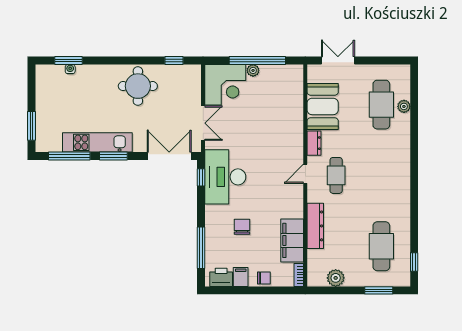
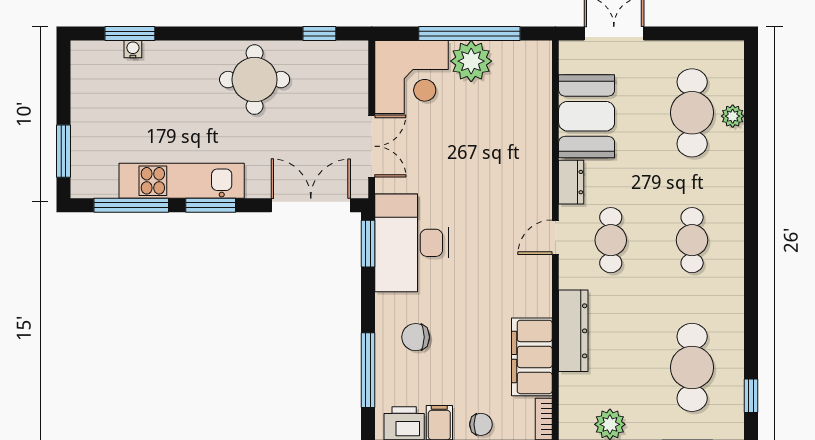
plant: (253, 70) -> (471, 61), width x1.88, depth x1.88
cafe table: (381, 175) -> (692, 240), added
window: (201, 177) -> (368, 244), width x1.50
chair: (242, 227) -> (416, 337), moved, turned -90

